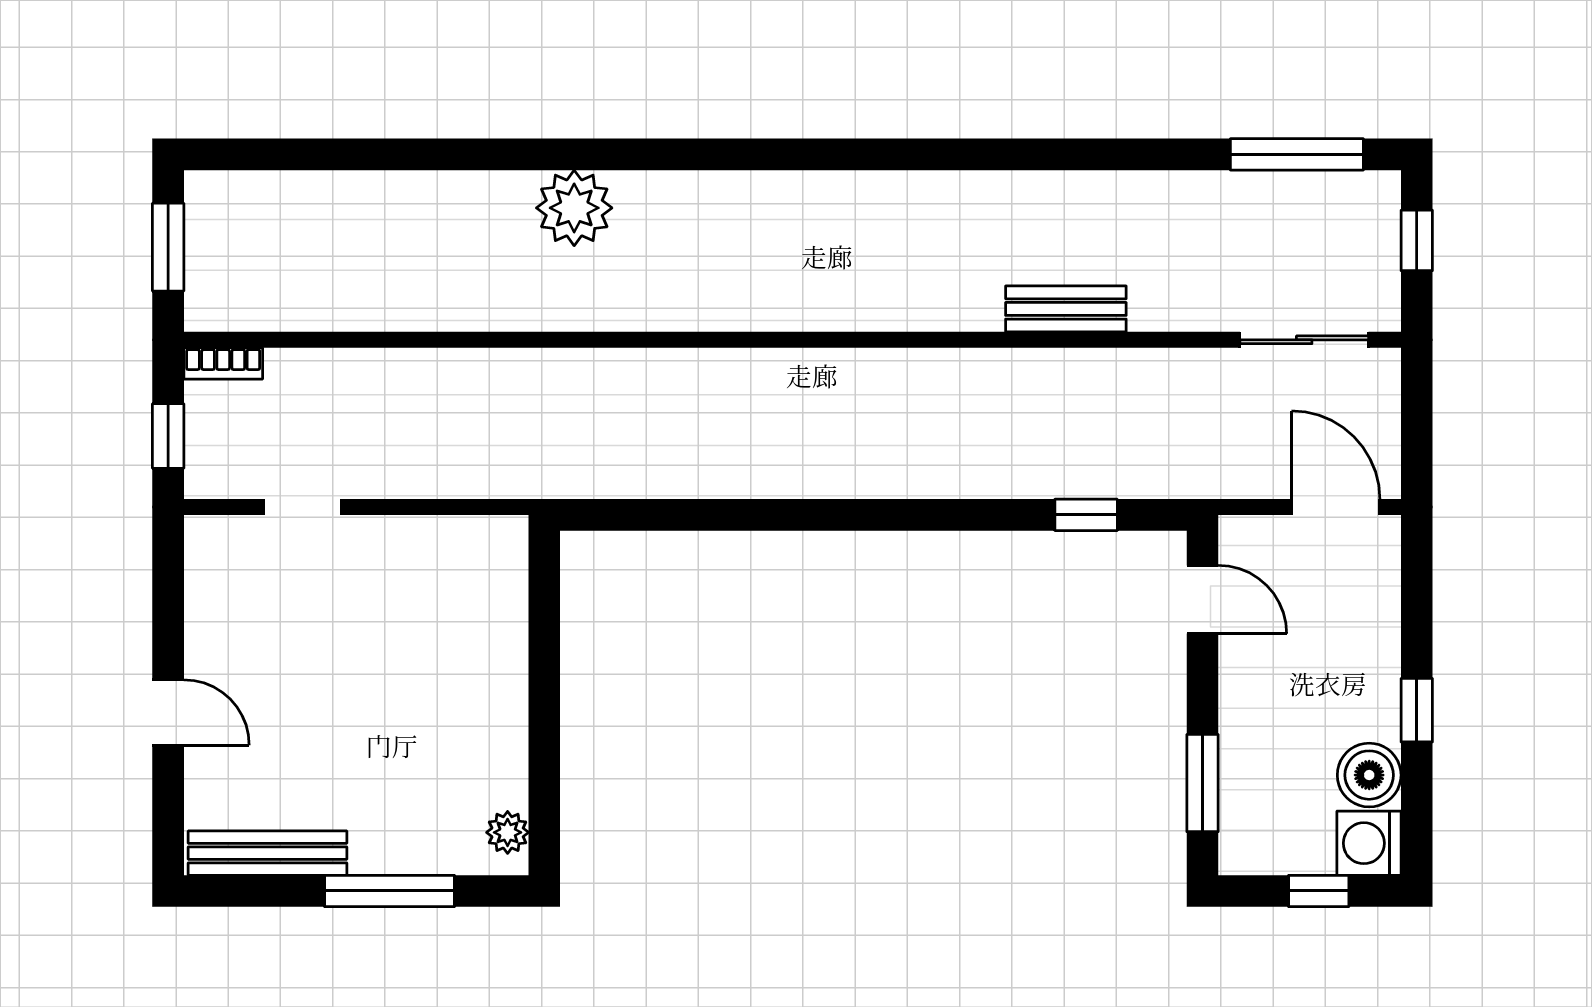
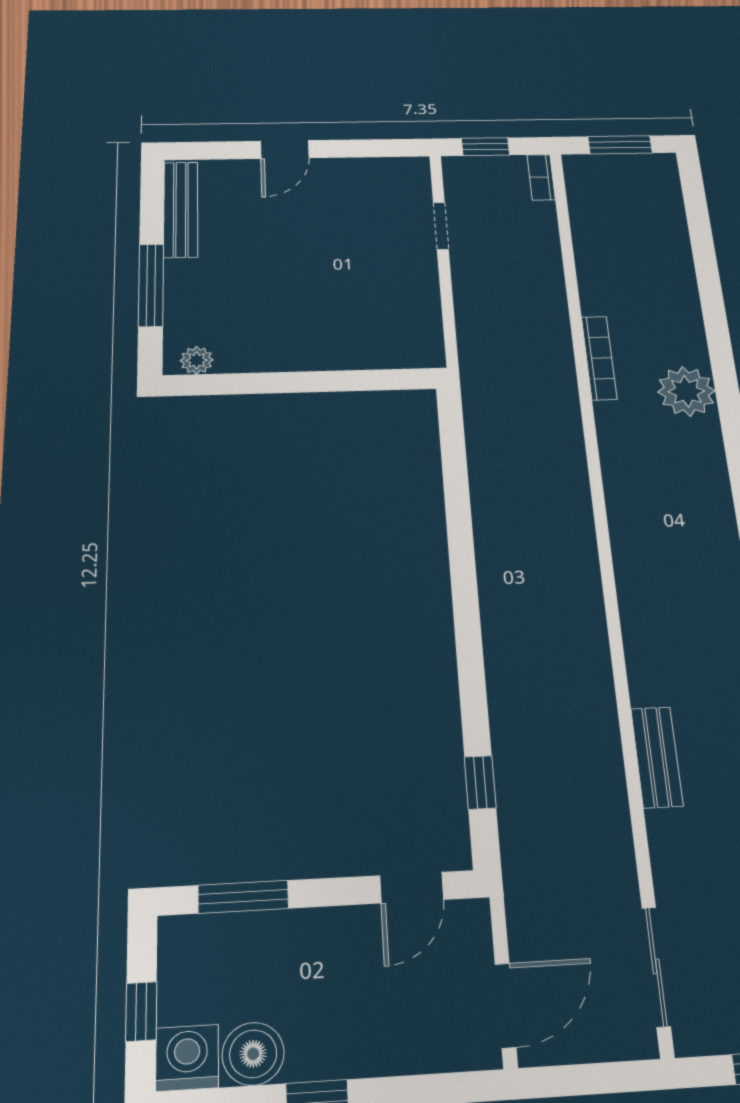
bookcase: (520, 316) -> (599, 358), added

